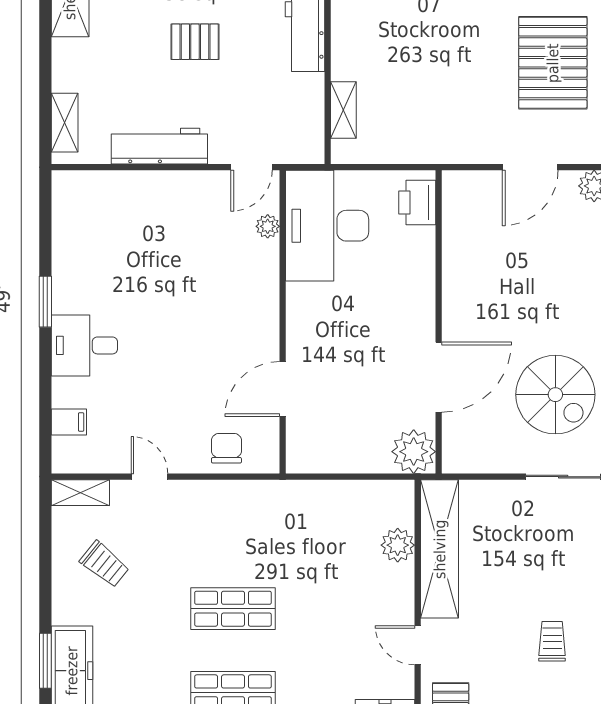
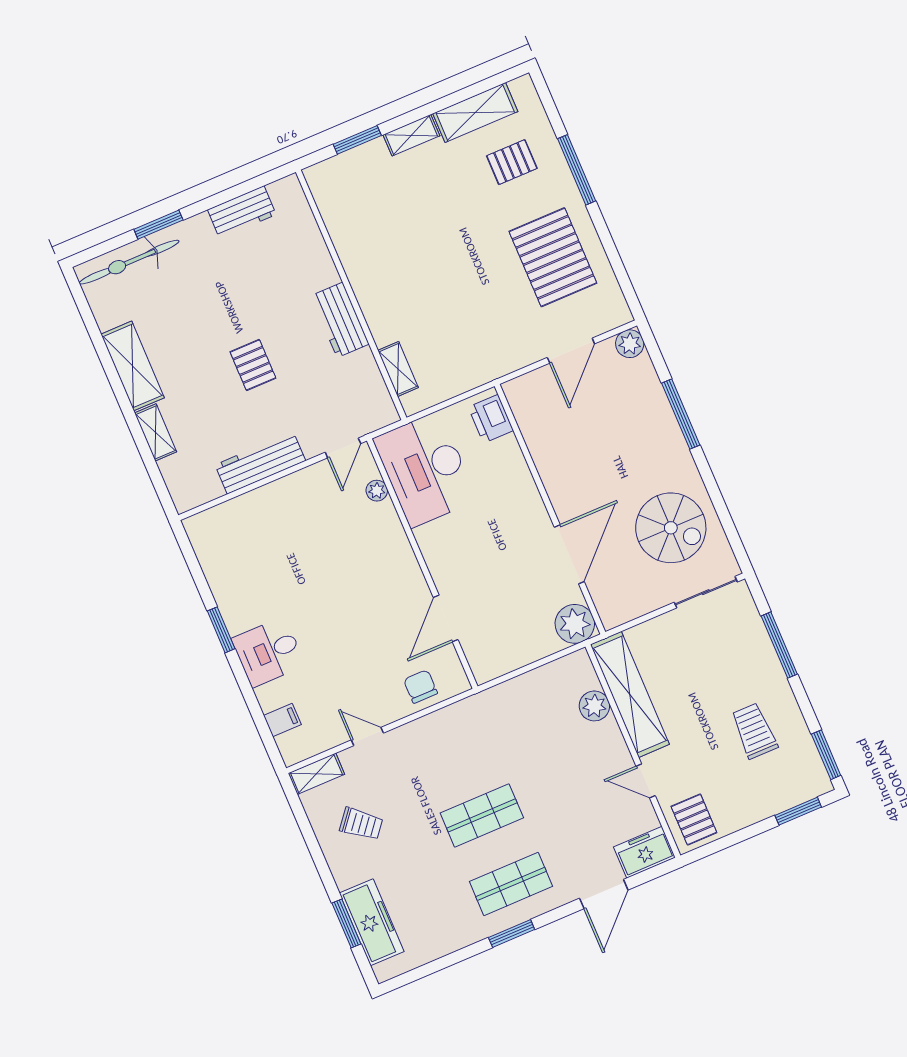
pallet: (195, 42) -> (253, 365), turned 90
shelving: (65, 123) -> (156, 432), moved
trolley: (552, 641) -> (754, 731), width x1.36, depth x1.39

